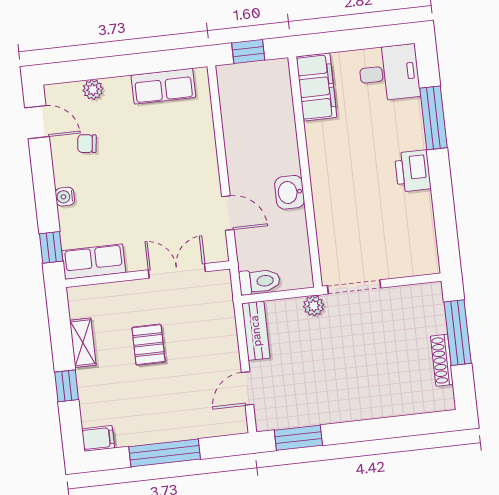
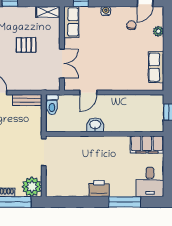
plant: (314, 306) -> (32, 187), moved, width x1.87, depth x1.87
shelving: (83, 343) -> (48, 12), moved

